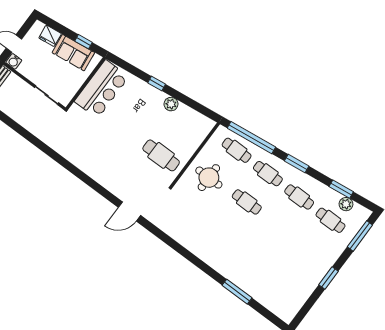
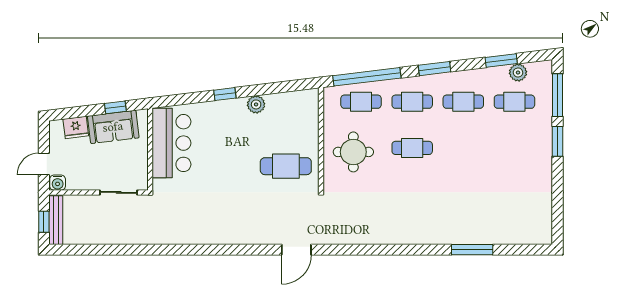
window: (329, 278) -> (557, 141), moved

